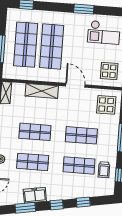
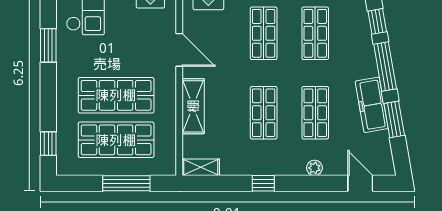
door: (75, 85) -> (179, 50), swing flipped
freezer: (35, 195) -> (372, 105), width x1.40
window: (57, 205) -> (385, 67), width x2.17

